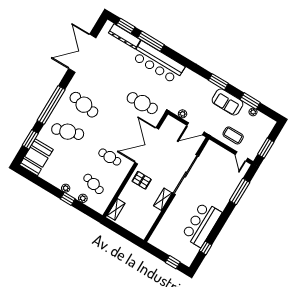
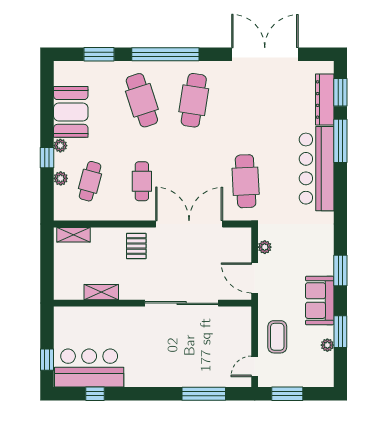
booth: (36, 157) -> (71, 112), moved, turned 90
shelving: (163, 199) -> (101, 292), moved
bar counter: (202, 224) -> (89, 368), moved

